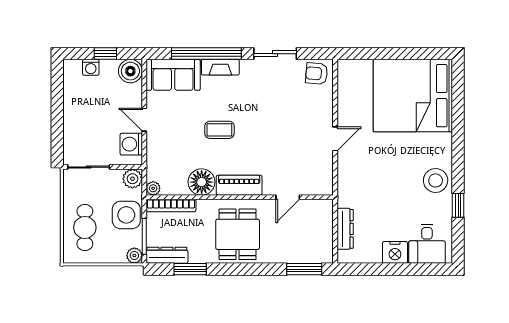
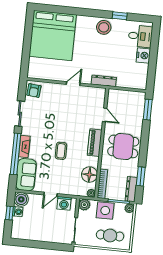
washing machine: (91, 67) -> (18, 212), moved
door: (335, 139) -> (73, 84), hinge flipped
floor lamp: (202, 182) -> (89, 175), moved
dresser: (345, 229) -> (104, 81), moved

